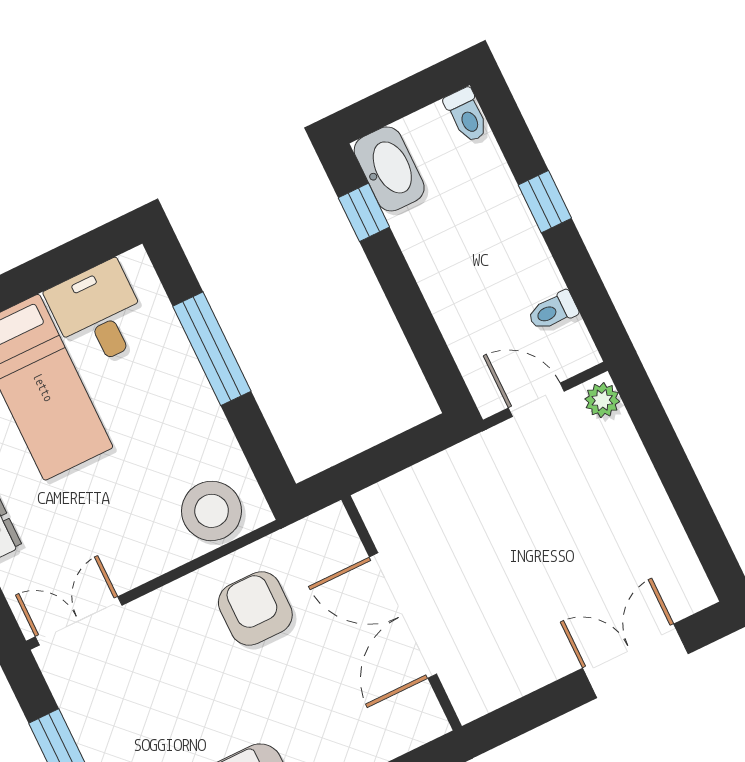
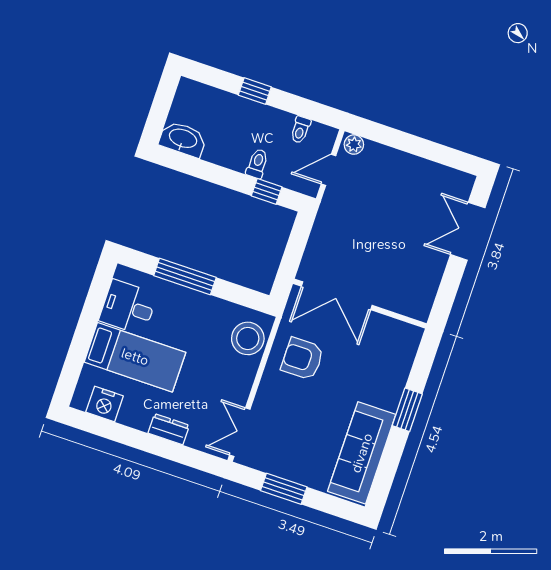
toilet: (467, 115) -> (257, 164), moved, turned -90
window: (364, 212) -> (267, 191), moved
double door: (403, 616) -> (337, 296), moved

